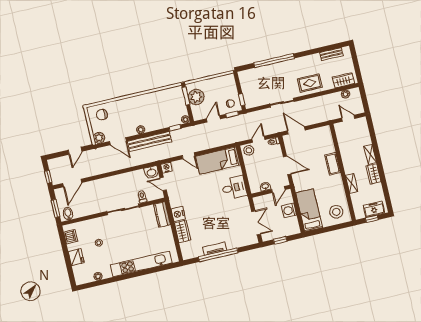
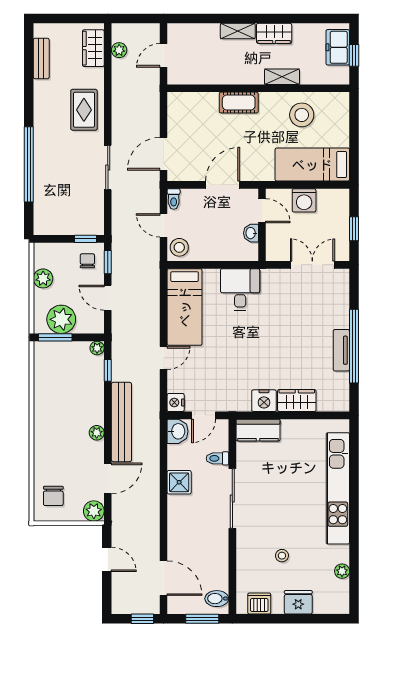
plant: (215, 82) -> (43, 278), added
shower: (125, 179) -> (179, 482), added
stool: (336, 212) -> (302, 115), moved

